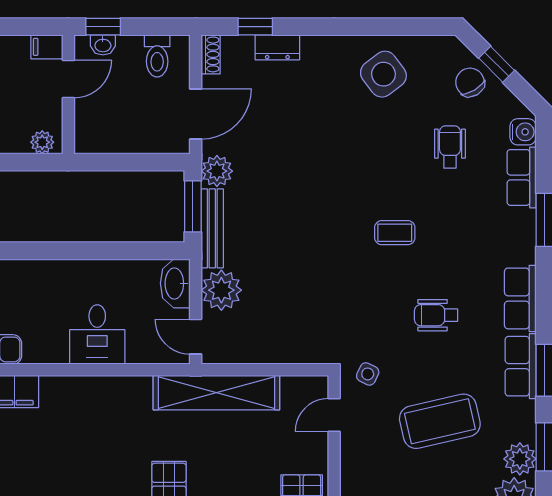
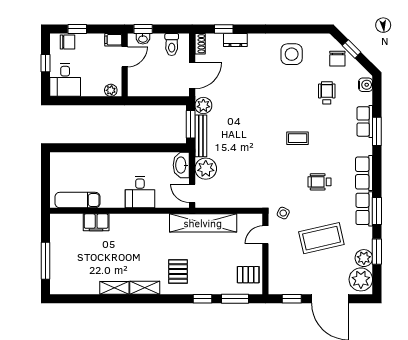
side table: (383, 74) -> (292, 54), turned 37
chair: (470, 82) -> (337, 59), turned -149
row of seats: (522, 177) -> (365, 121), moved

